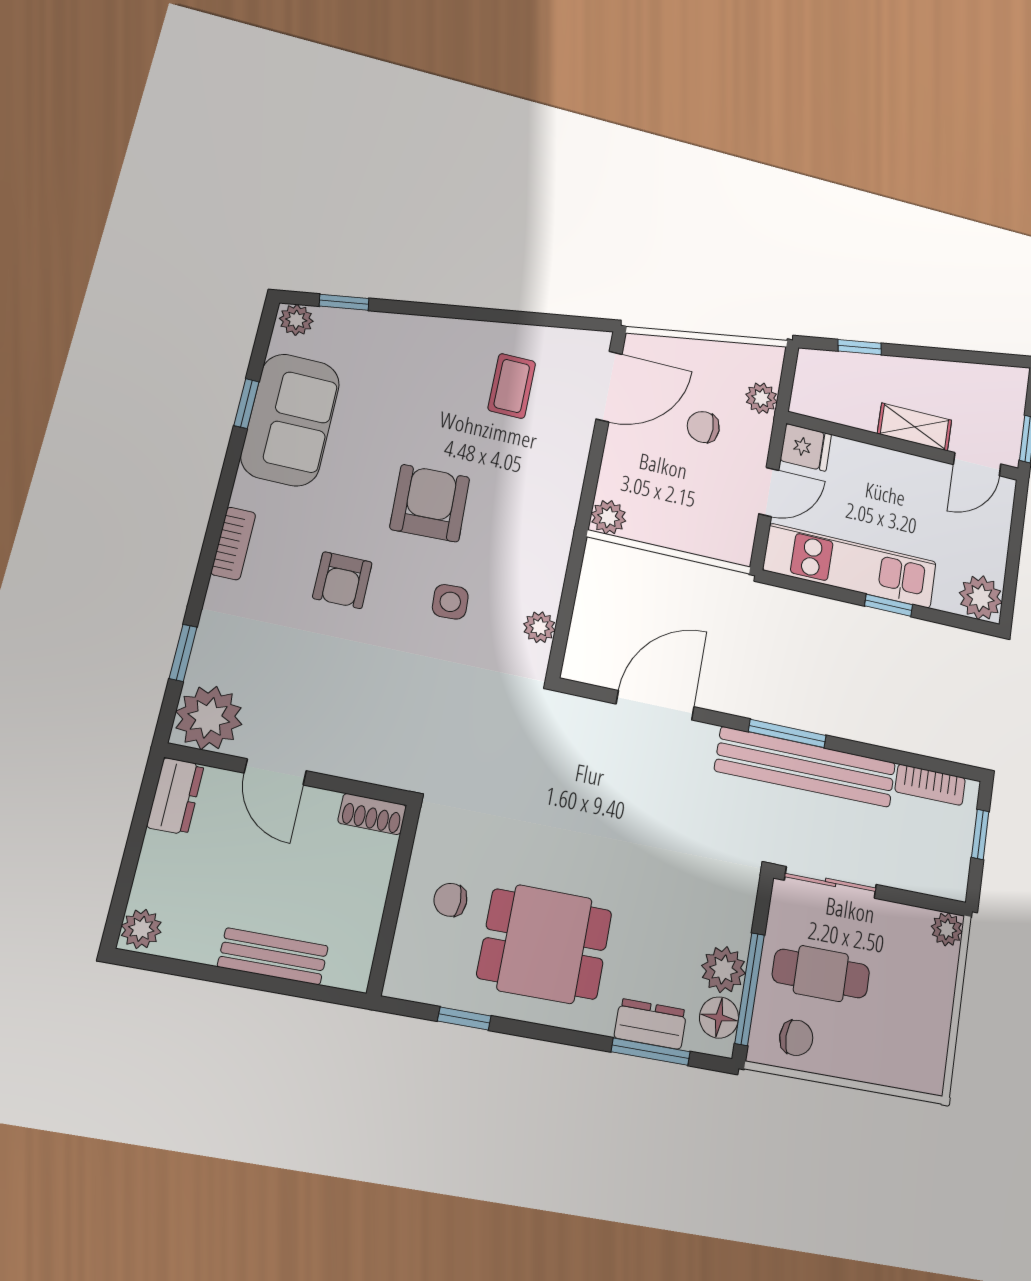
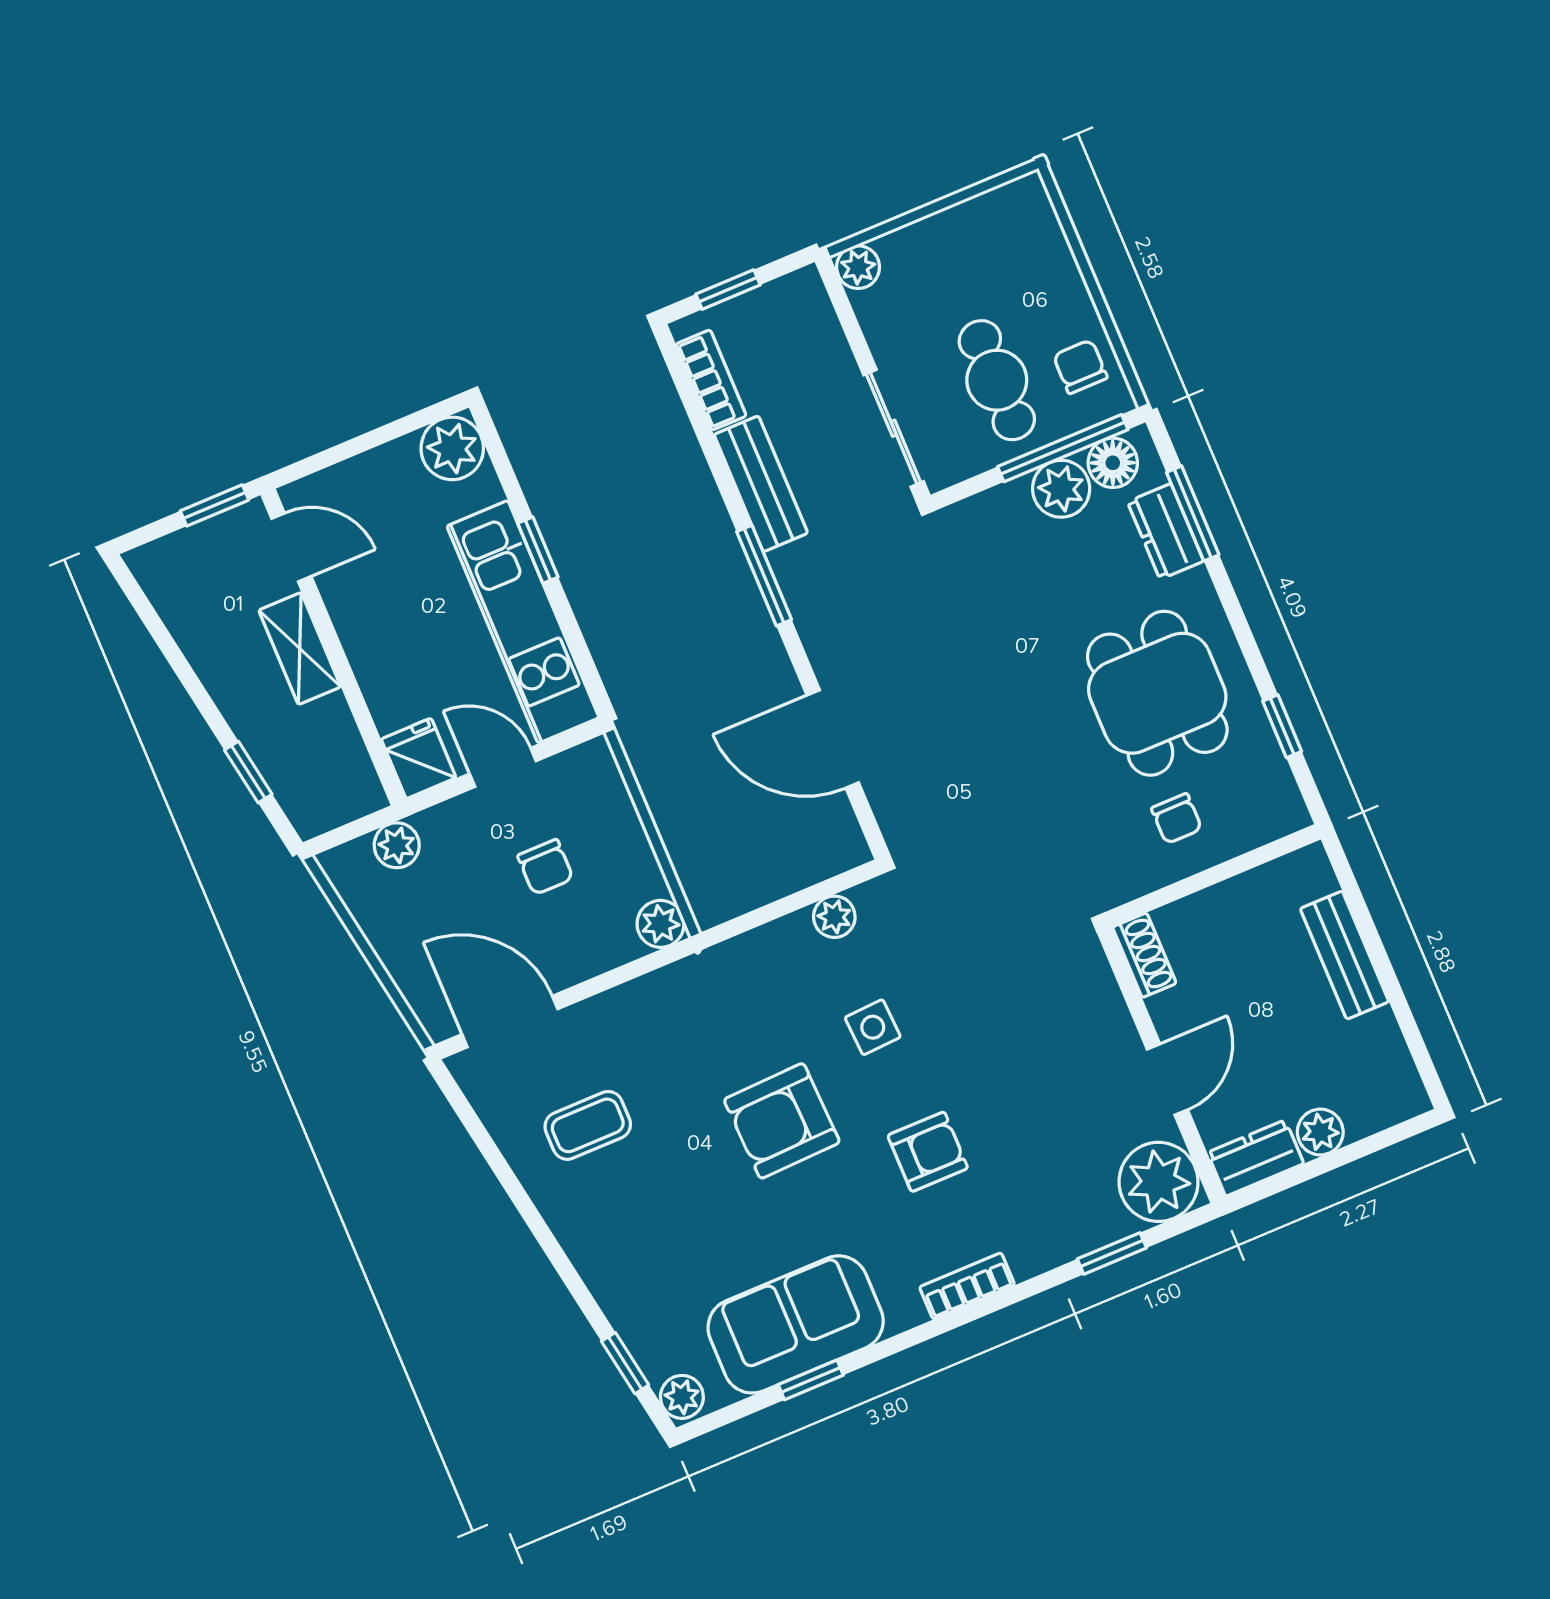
chair: (703, 427) -> (545, 867), moved
bench: (806, 767) -> (761, 484), width x0.54, depth x0.82
plant: (141, 929) -> (1320, 1132), moved

